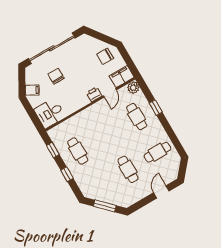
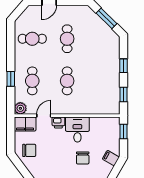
desk: (50, 113) -> (77, 129), moved, turned -90
window: (35, 119) -> (124, 132), added
cafe table: (78, 151) -> (67, 81), moved

